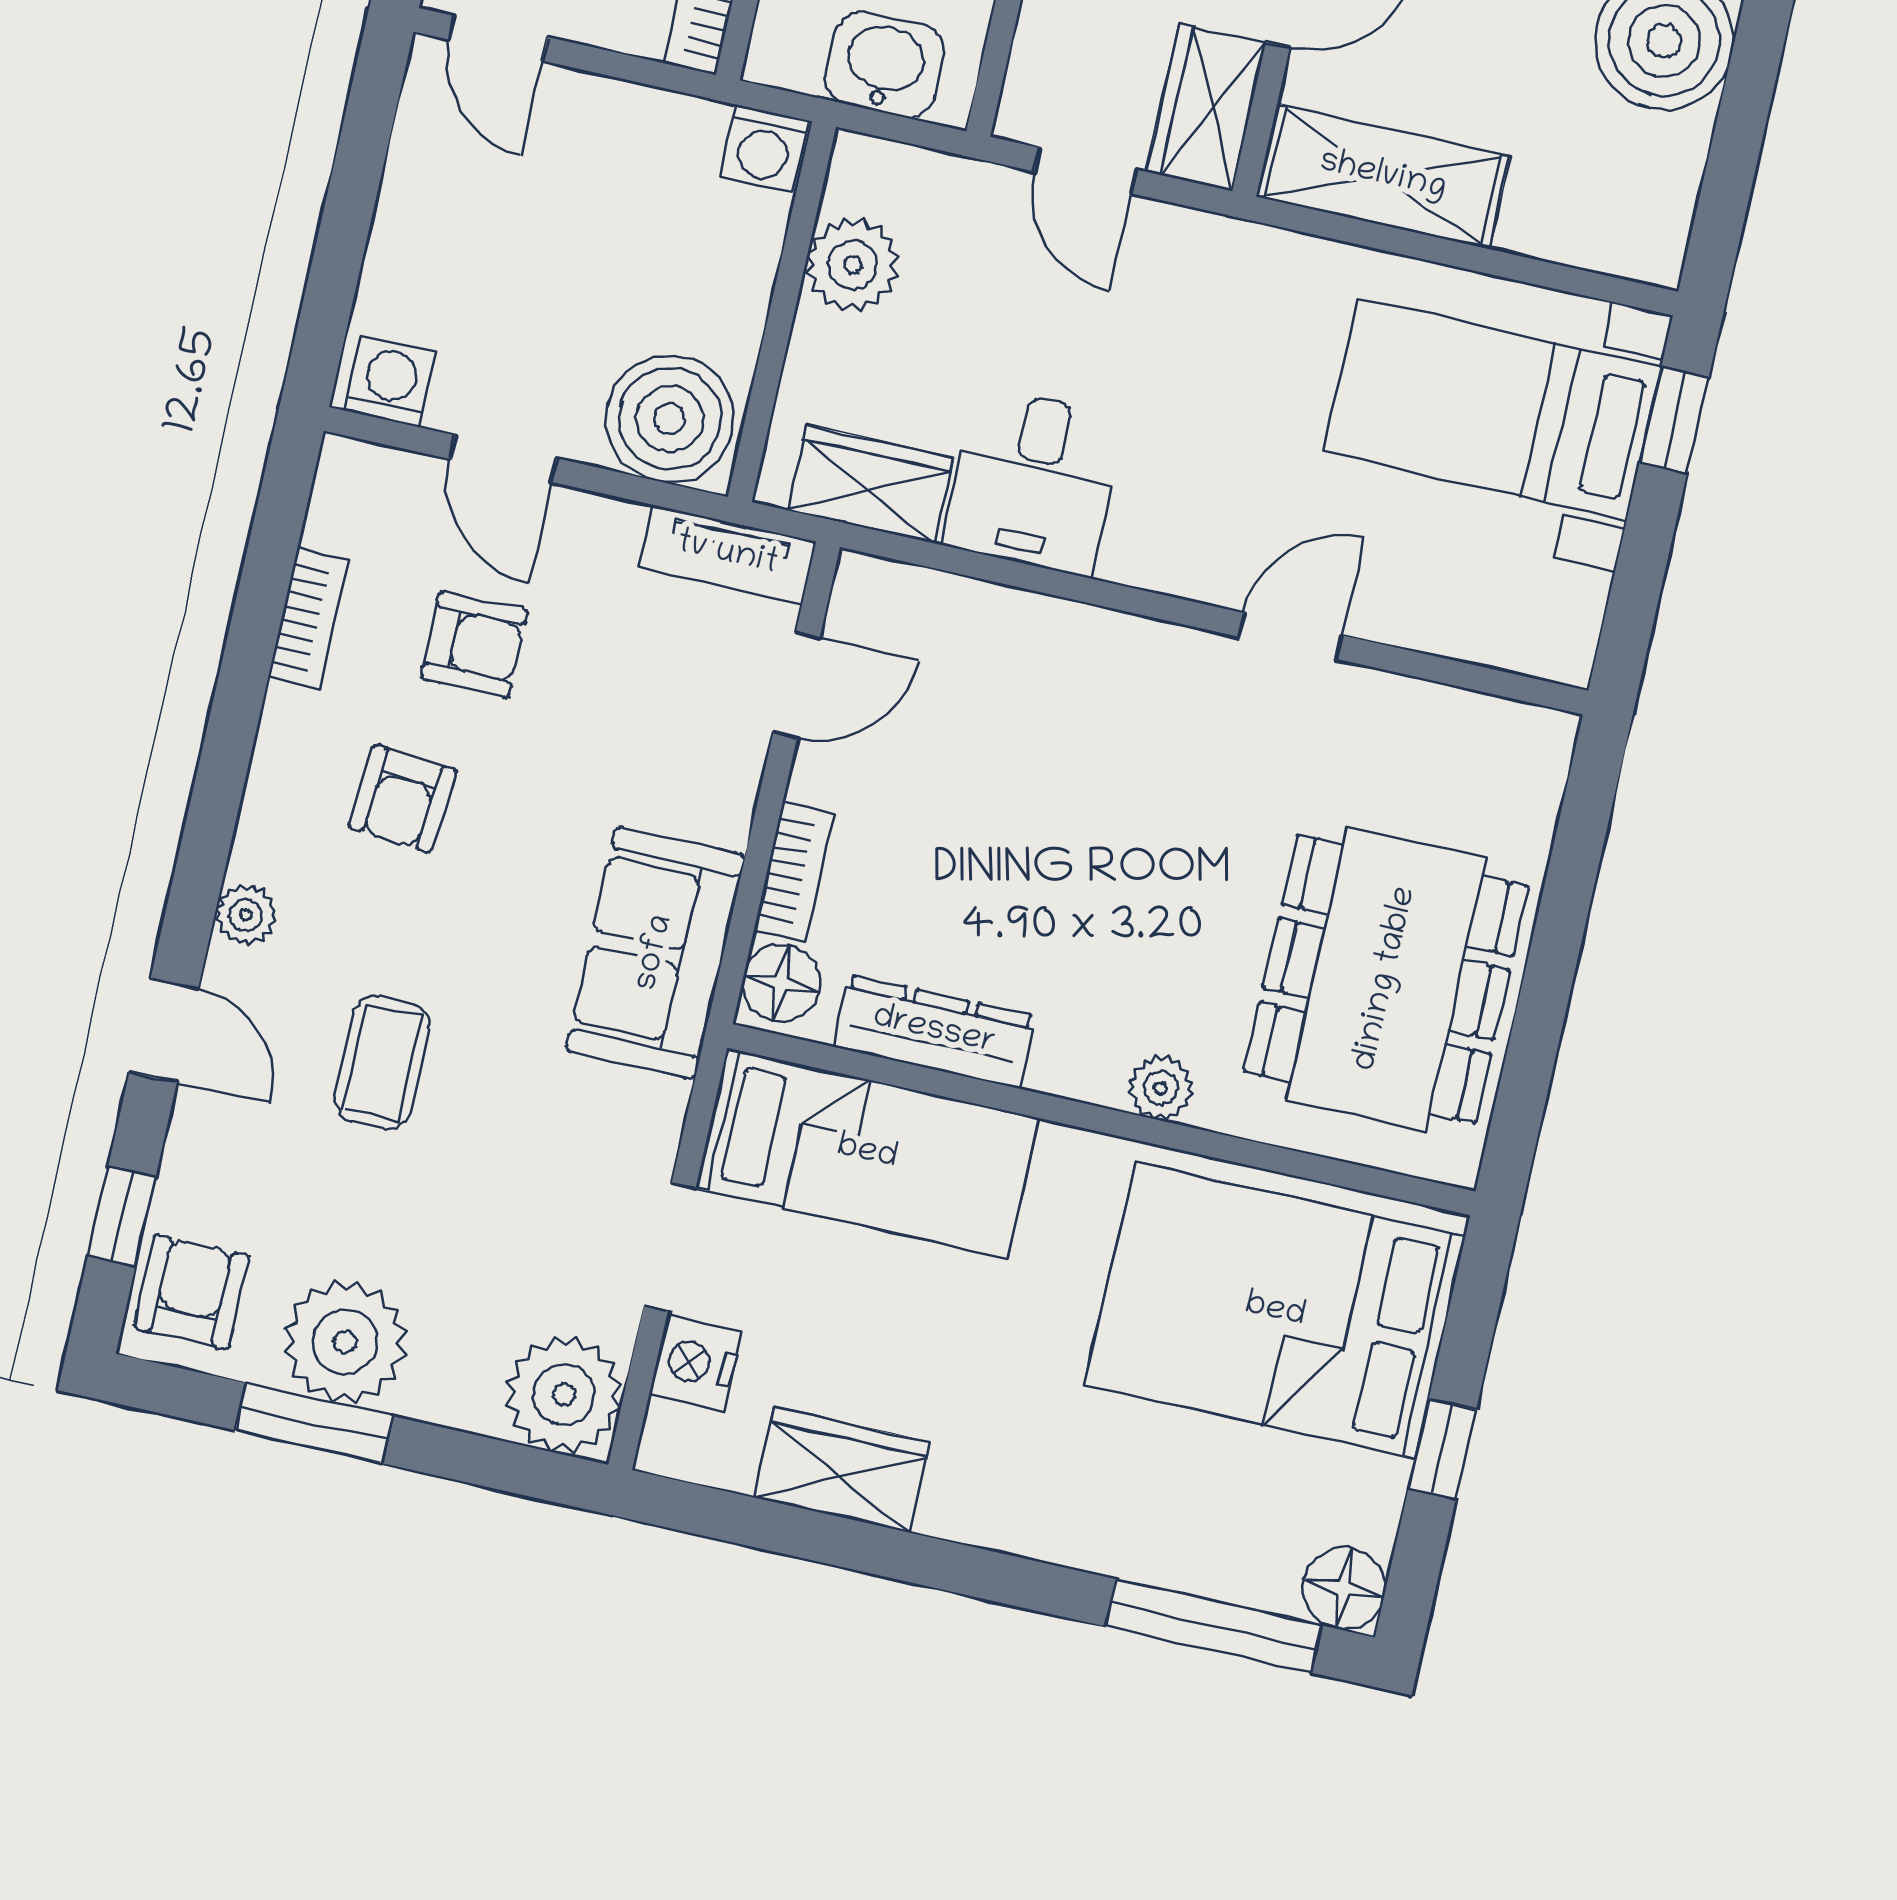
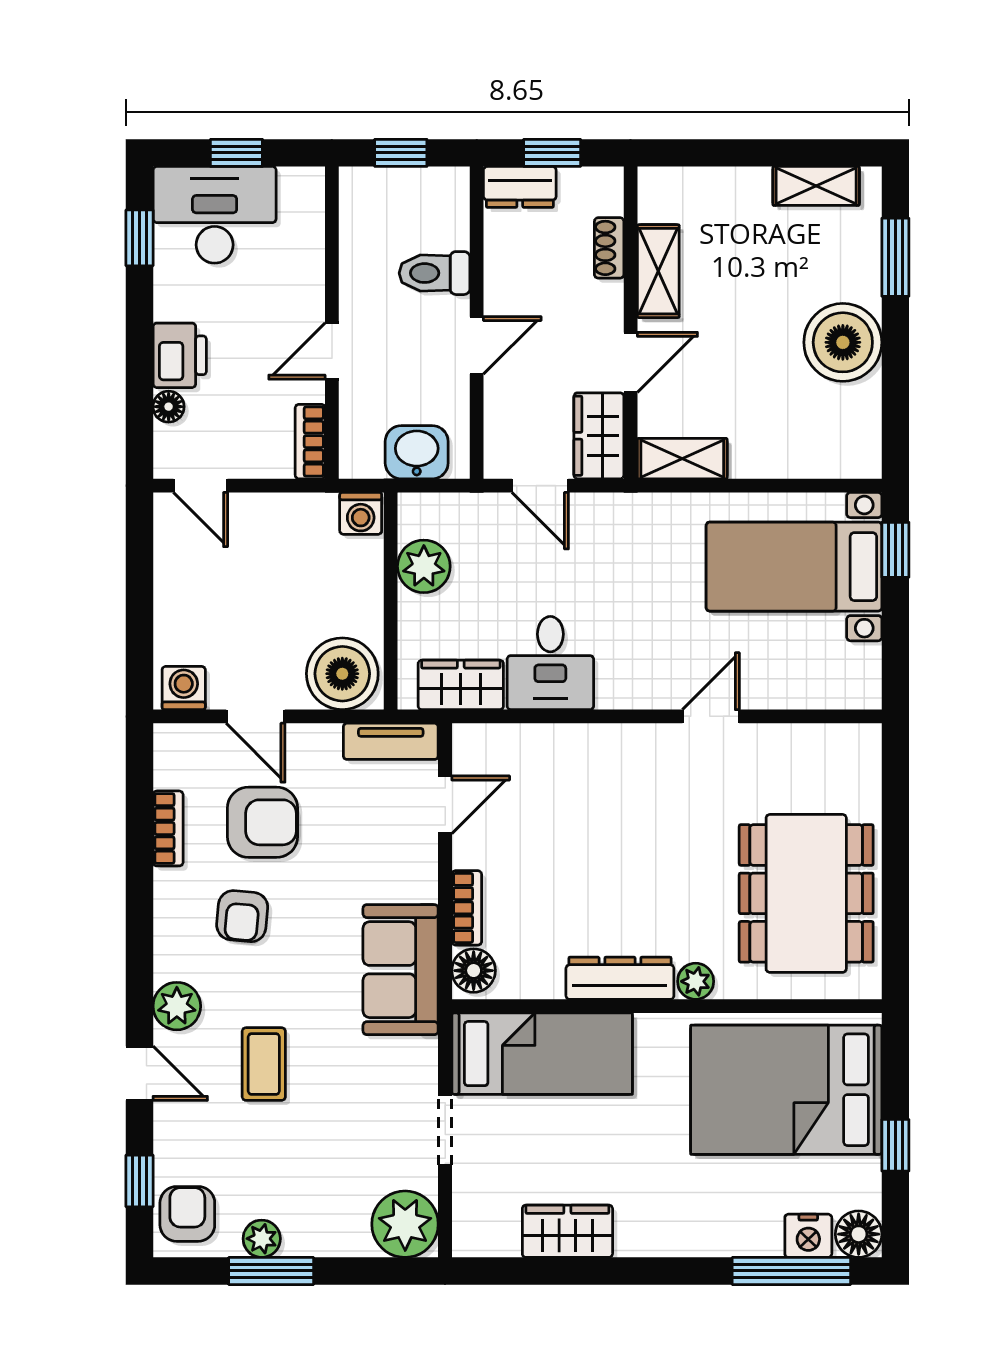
shelving: (1383, 176) -> (682, 459), width x0.67, depth x0.75
armchair: (474, 644) -> (263, 822), width x1.38, depth x1.38
plant: (246, 915) -> (177, 1006), width x1.38, depth x1.38
dresser: (934, 1031) -> (620, 978), moved
plant: (345, 1342) -> (262, 1239), width x0.53, depth x0.53
nightstand: (695, 1363) -> (808, 1236), moved, turned -90

